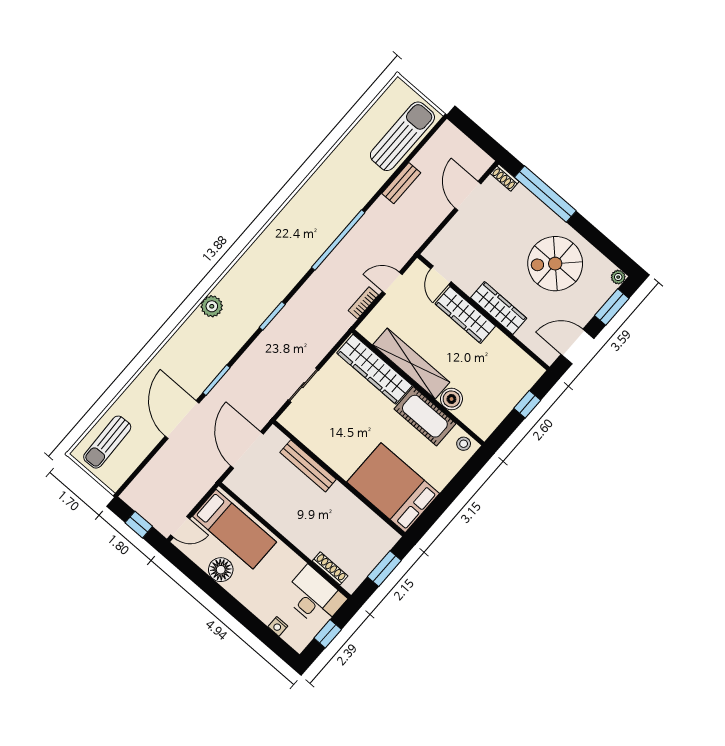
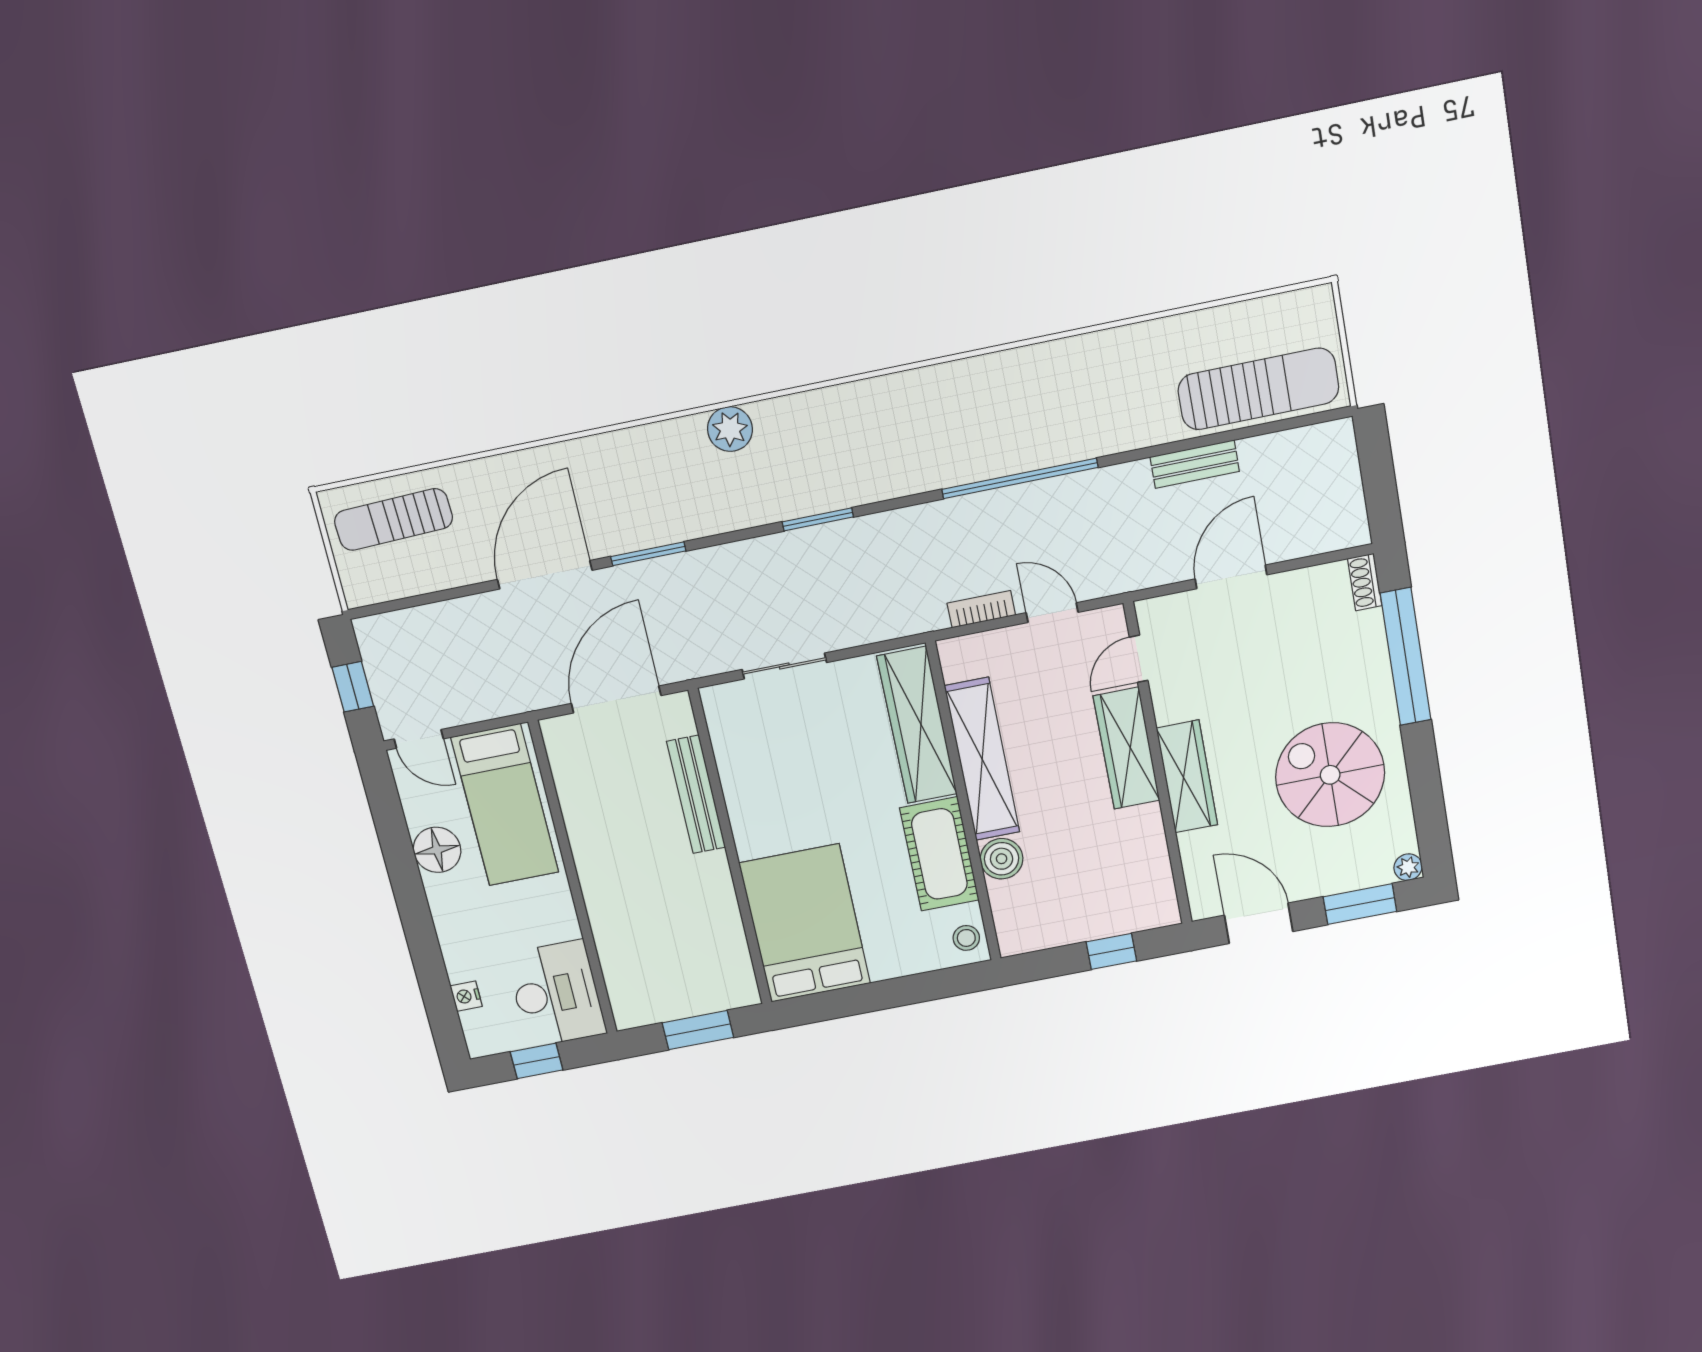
door: (468, 196) -> (1231, 577), moved
shoe rack: (330, 568) -> (613, 970), removed

